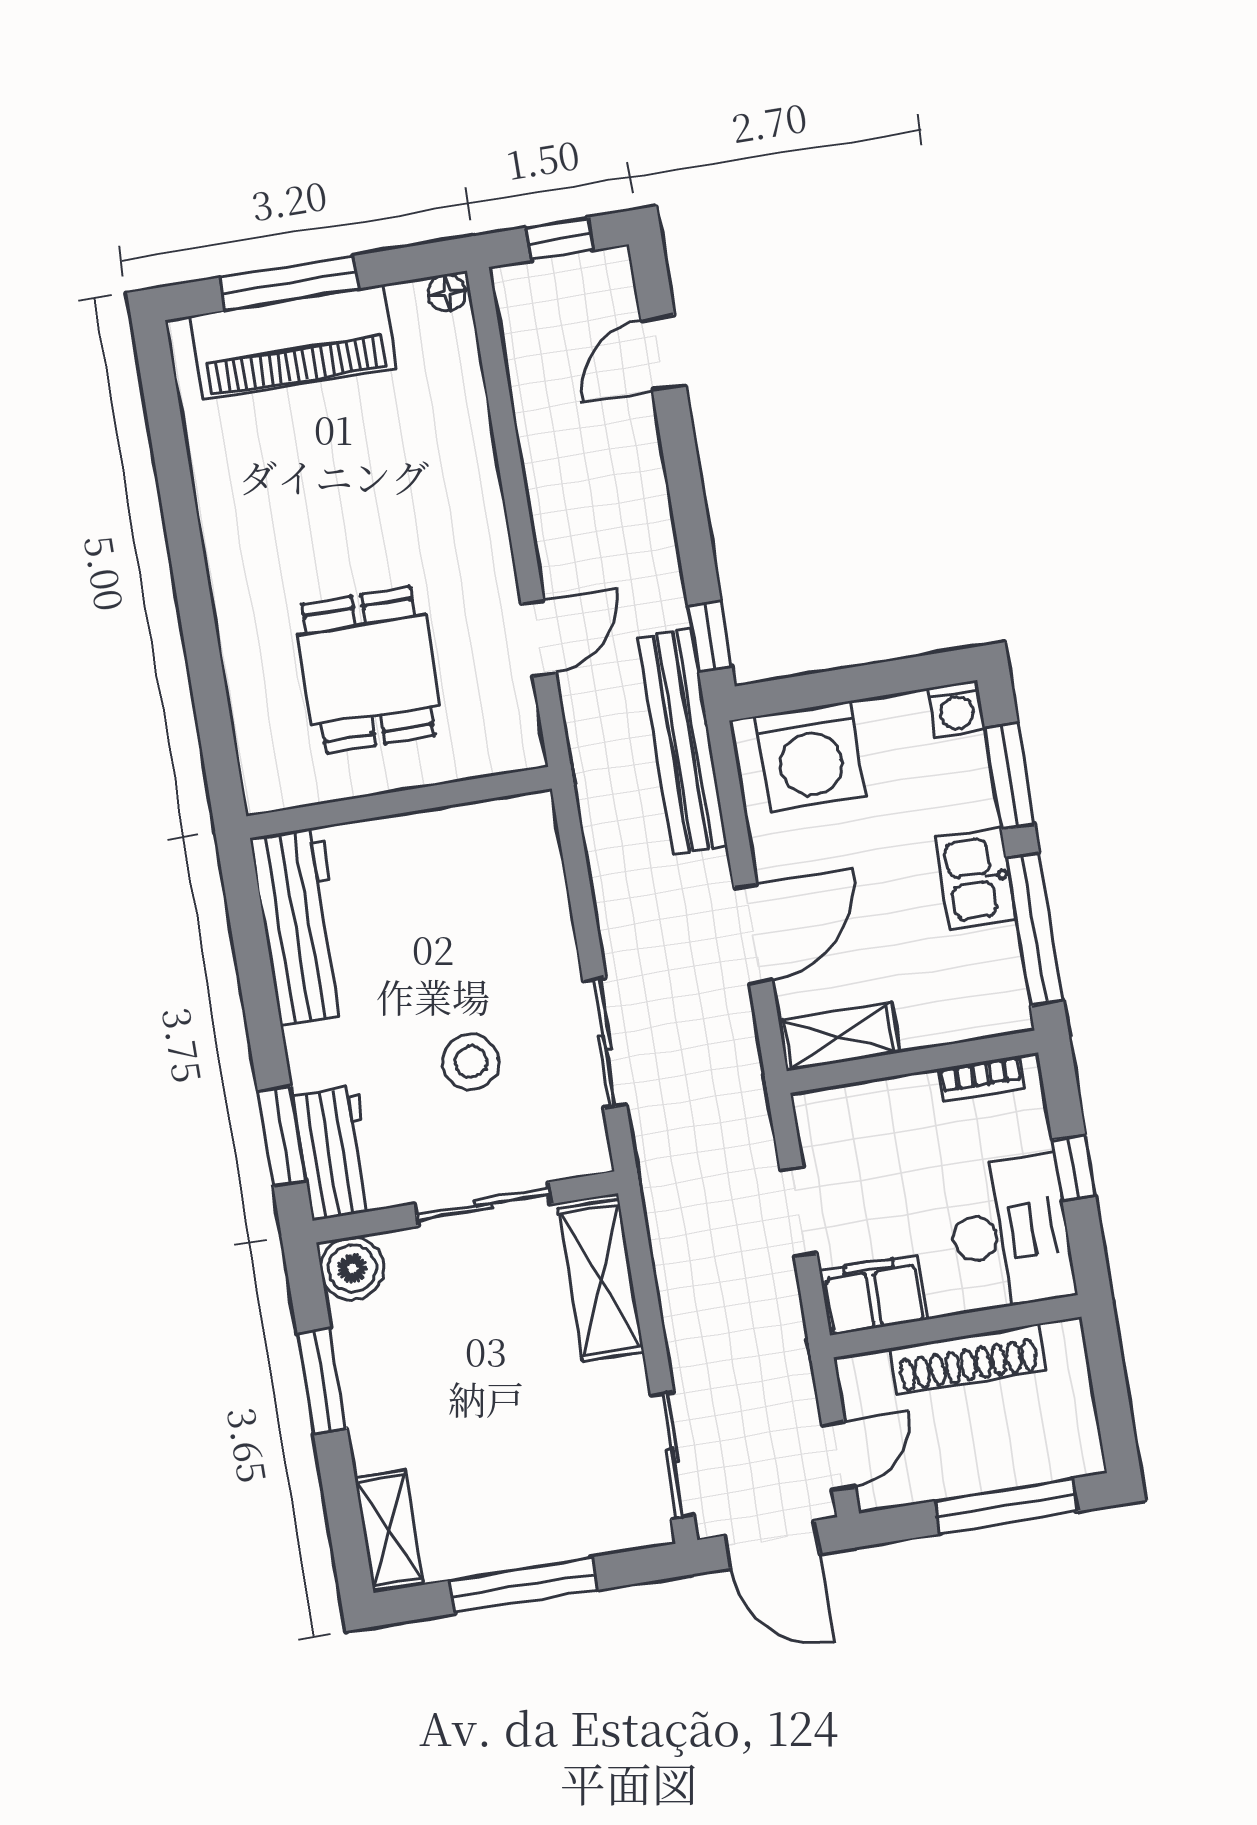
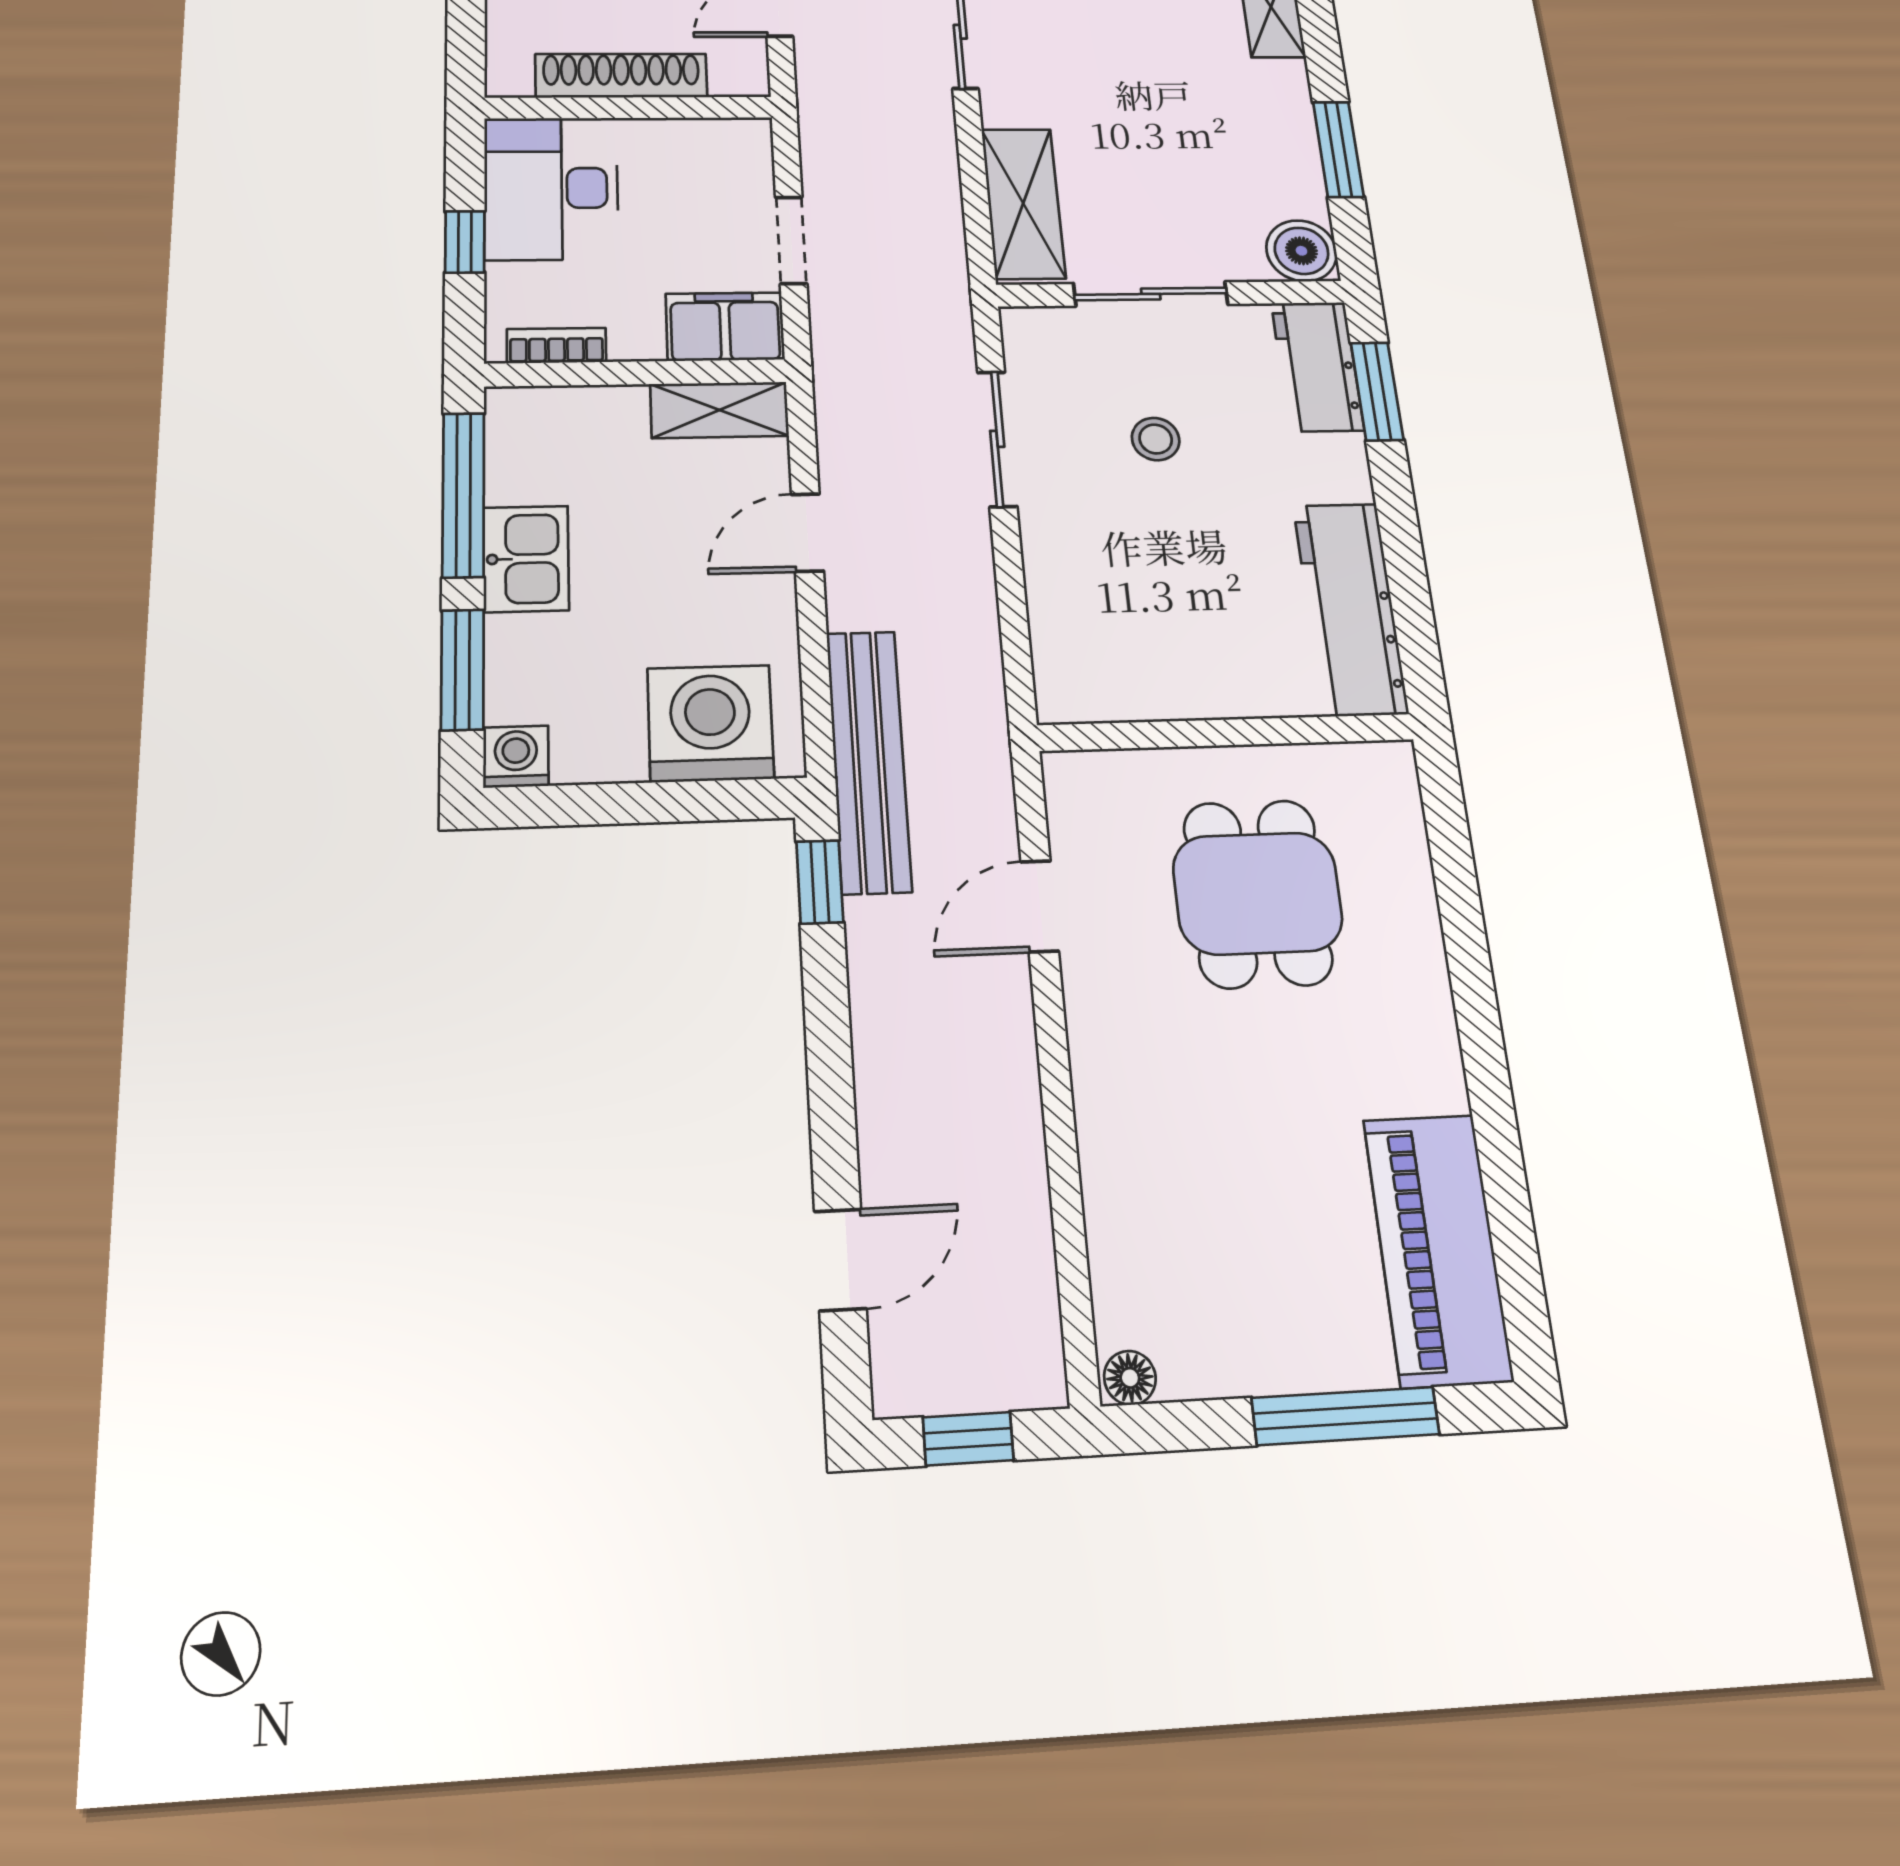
piano: (293, 342) -> (1437, 1249), moved, turned -90
door: (753, 934) -> (807, 533), width x0.73
stool: (471, 1062) -> (1156, 439), width x0.73, depth x0.73
filing cabinet: (873, 1295) -> (725, 327), moved, turned 180

